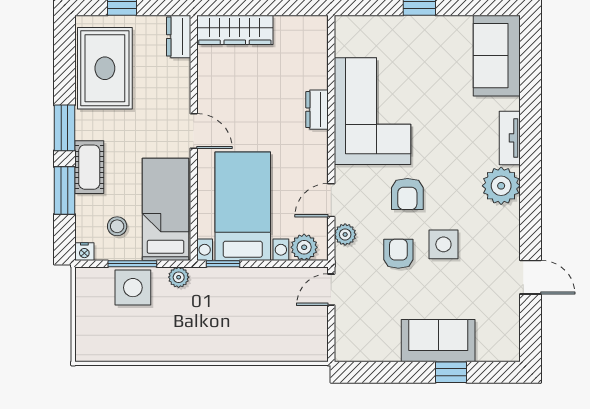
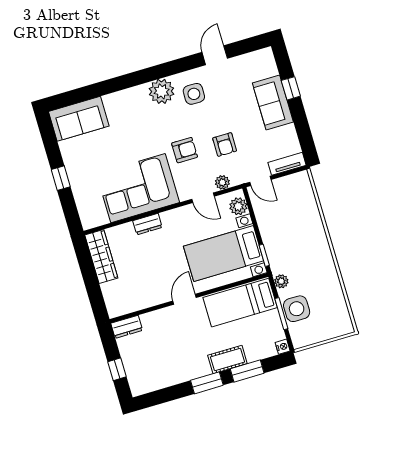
wardrobe: (235, 30) -> (101, 256), moved
rug: (105, 68) -> (161, 368), removed
tv unit: (510, 138) -> (287, 164), moved, turned 180
stool: (117, 226) -> (260, 330), removed
side table: (443, 244) -> (194, 94), moved
armchair: (398, 254) -> (225, 144), turned -90

